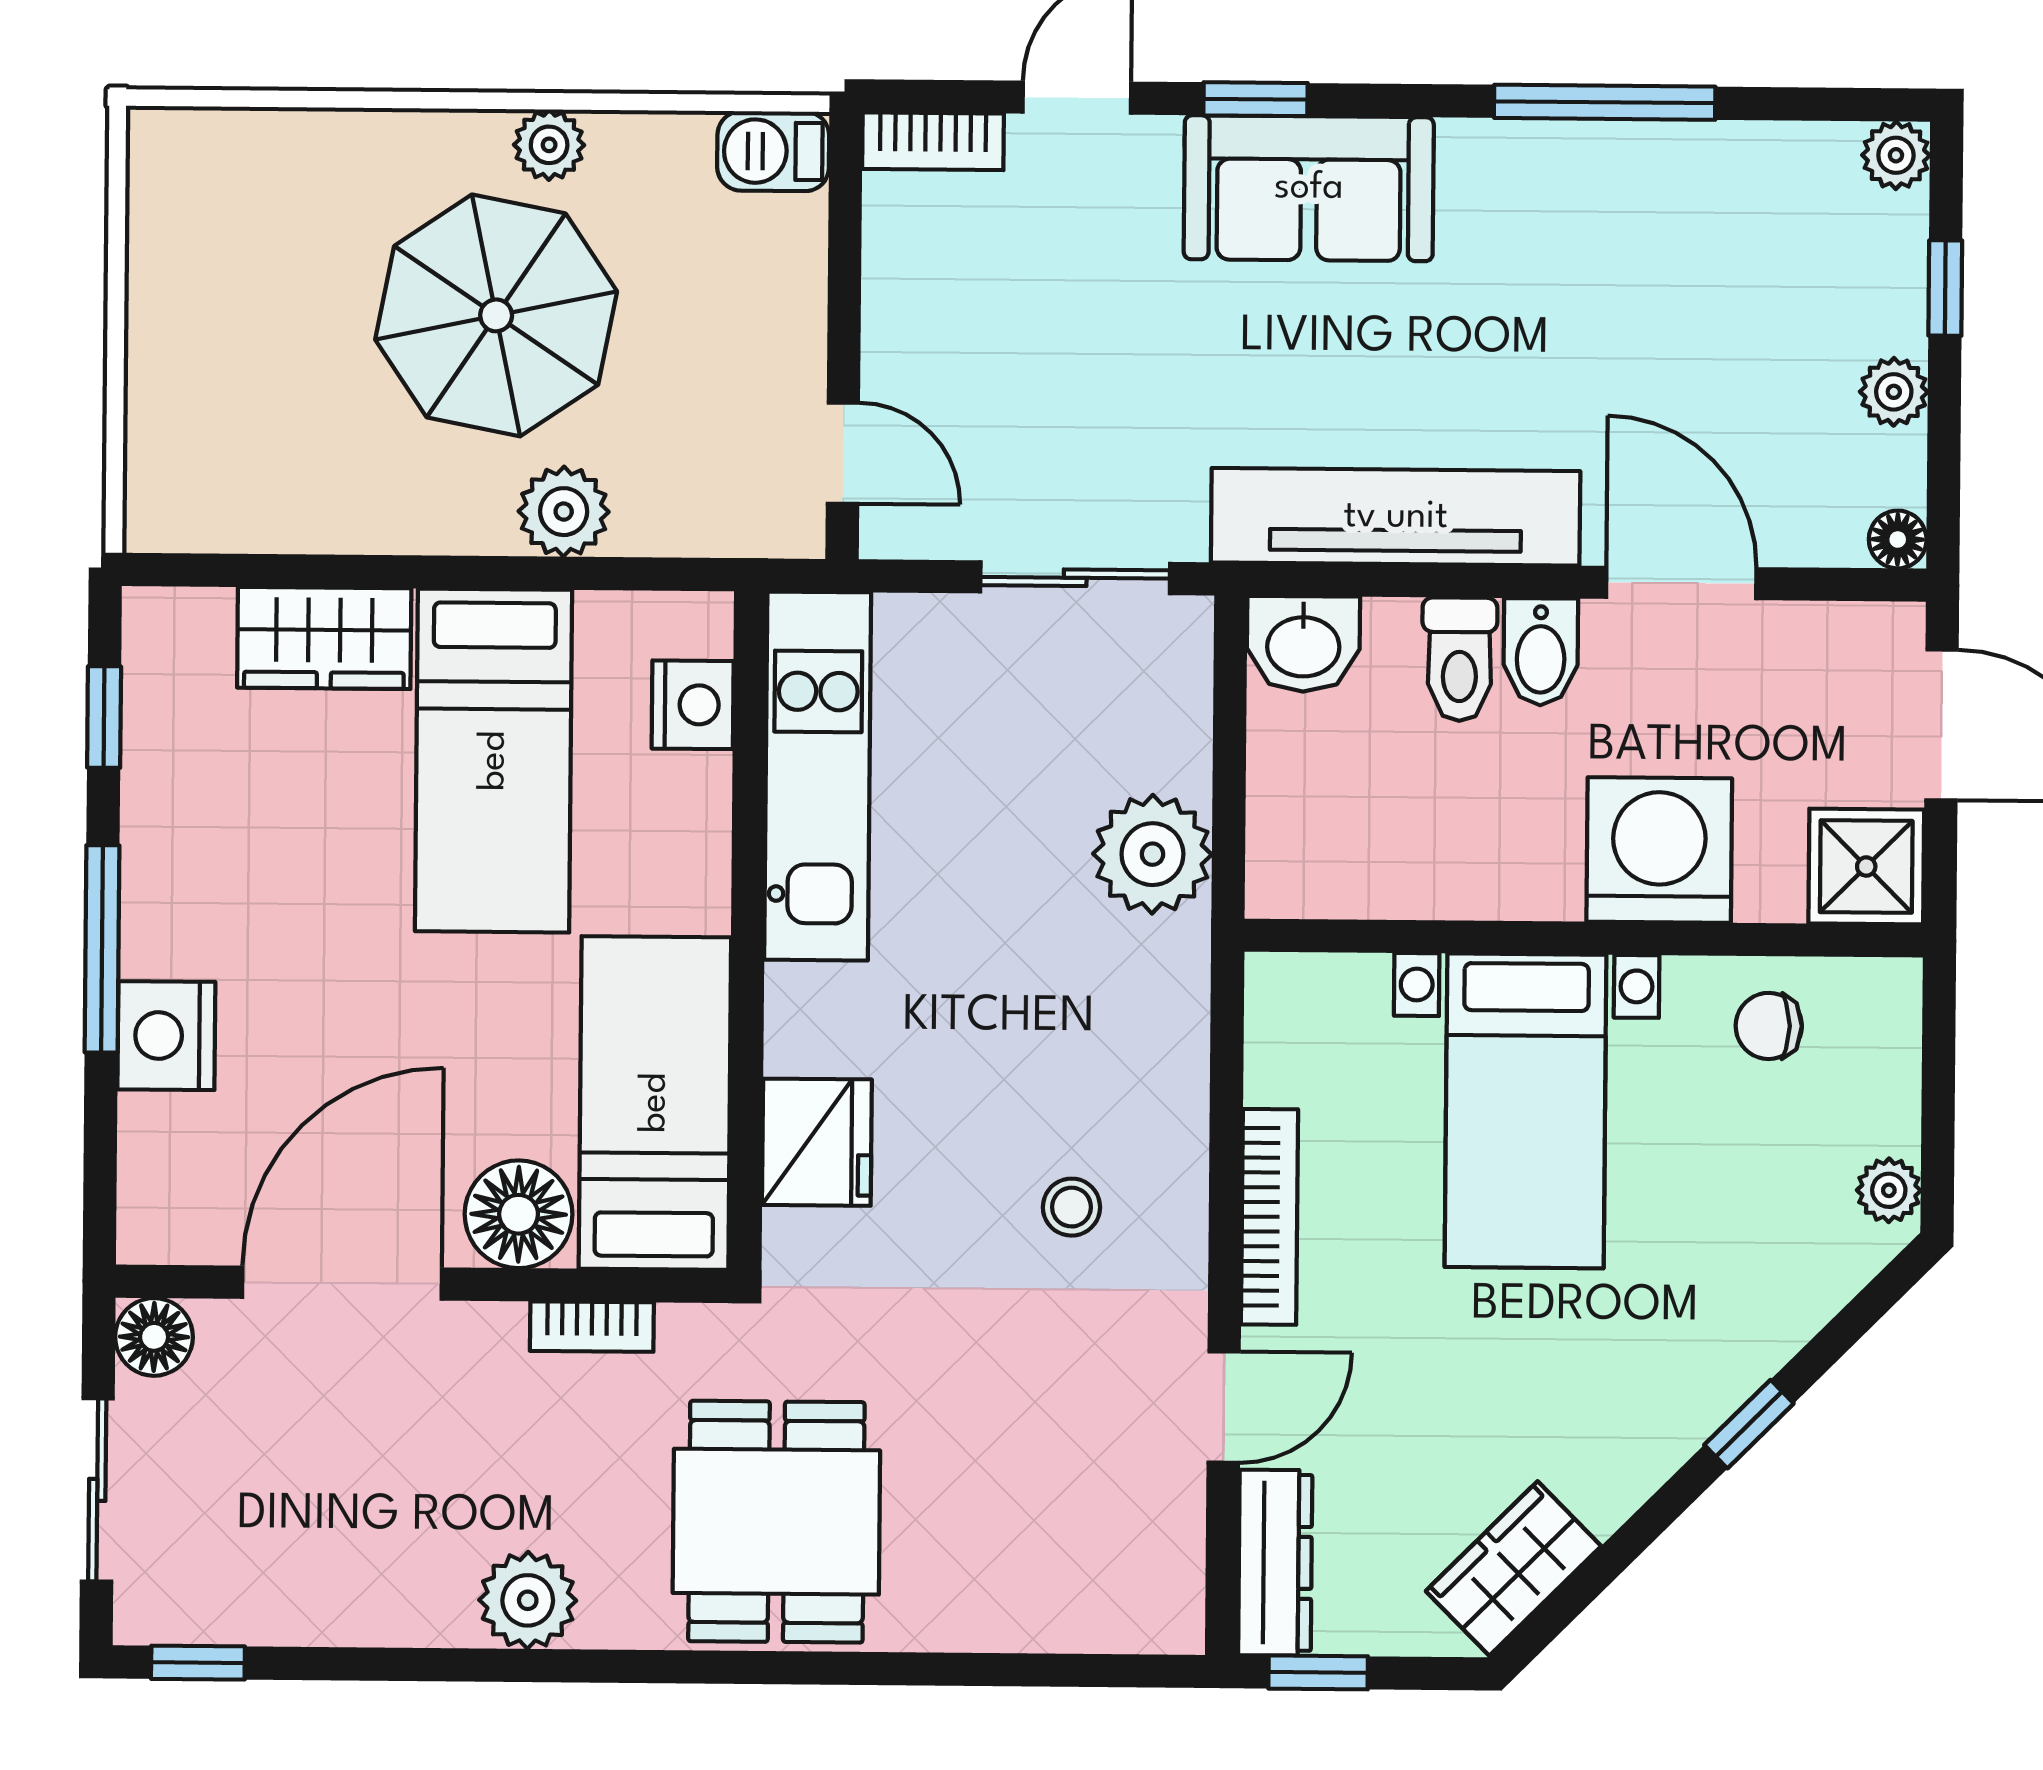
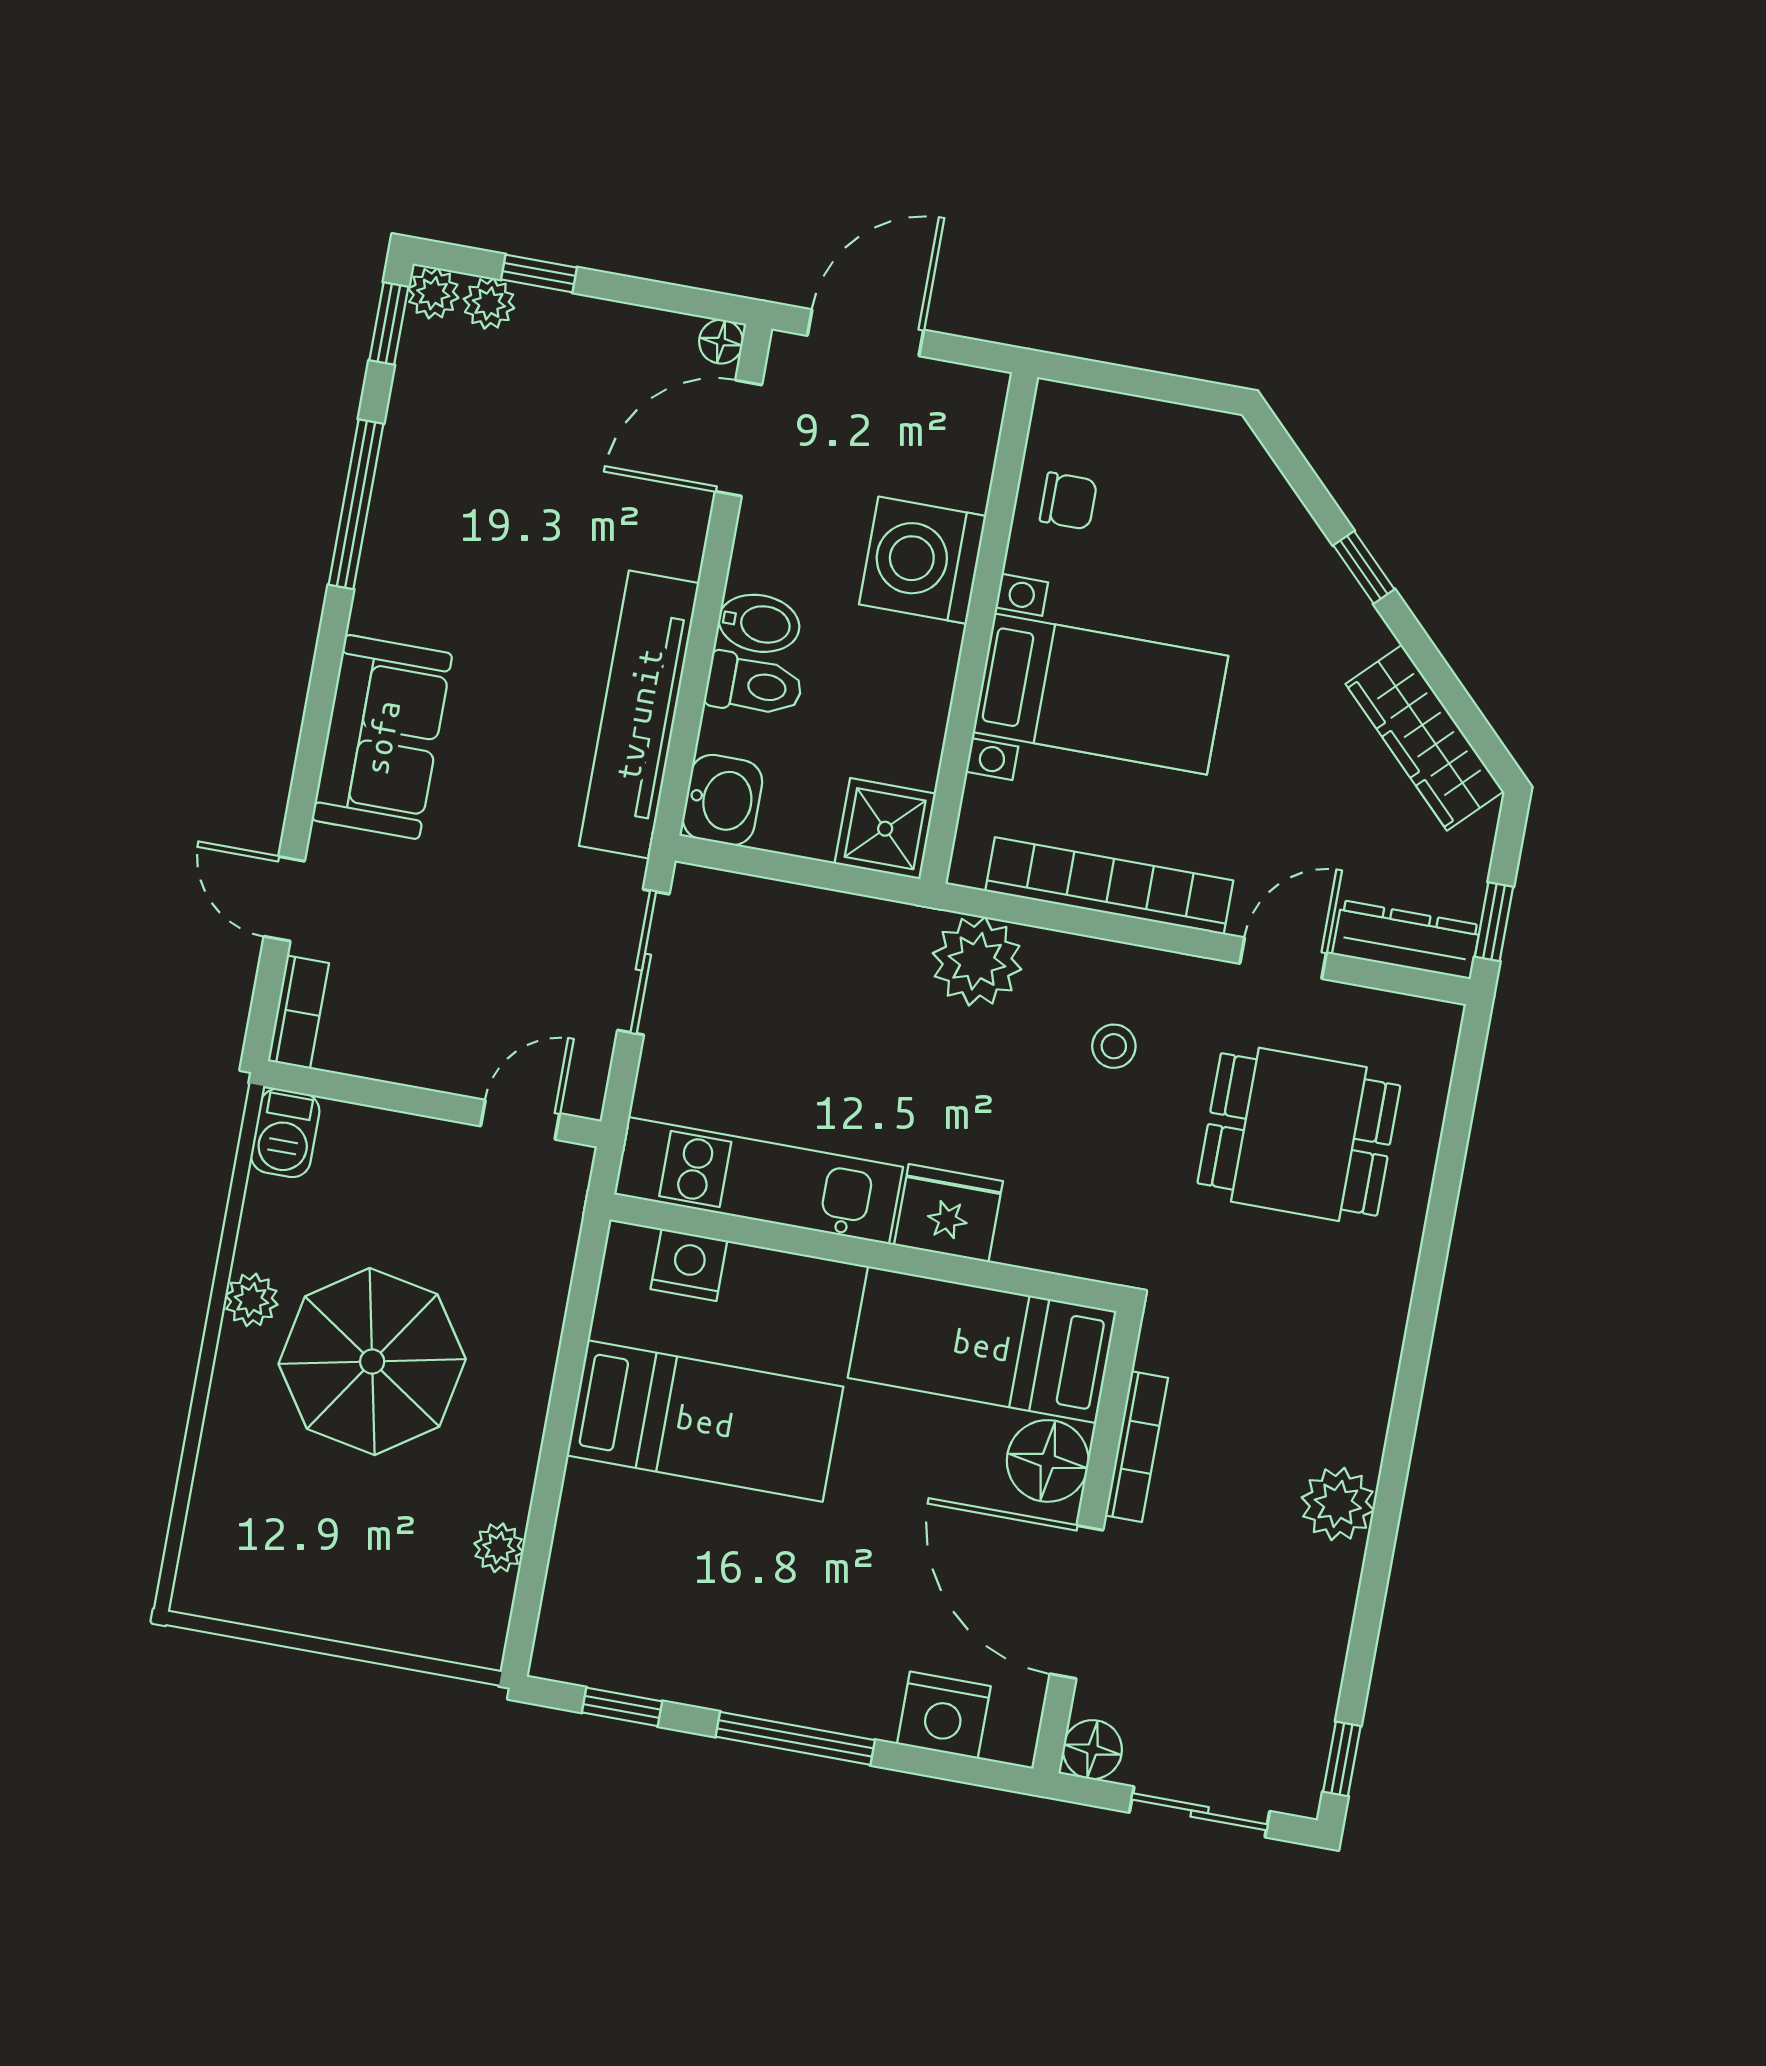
window: (1255, 99) -> (389, 323), moved
plant: (1894, 392) -> (489, 303), moved
plant: (564, 512) -> (499, 1548), moved, width x0.73, depth x0.73
door: (1681, 583) -> (739, 438), moved
wardrobe: (324, 638) -> (591, 1532), removed
plant: (1152, 854) -> (977, 961), moved
shower: (1866, 867) -> (885, 829), moved
chair: (1769, 1026) -> (1068, 501), turned -90
nightstand: (166, 1036) -> (944, 1715), moved
fridge: (817, 1142) -> (948, 1213), moved
plant: (1889, 1190) -> (1207, 432), removed
bookcase: (1269, 1217) -> (1109, 886), width x1.48, depth x1.31
bookcase: (592, 1327) -> (1137, 1447), width x1.56
door: (1224, 1407) -> (1283, 958), hinge flipped
dining table: (776, 1522) -> (1299, 1134), moved
wardrobe: (1513, 1569) -> (1425, 738), width x1.50

